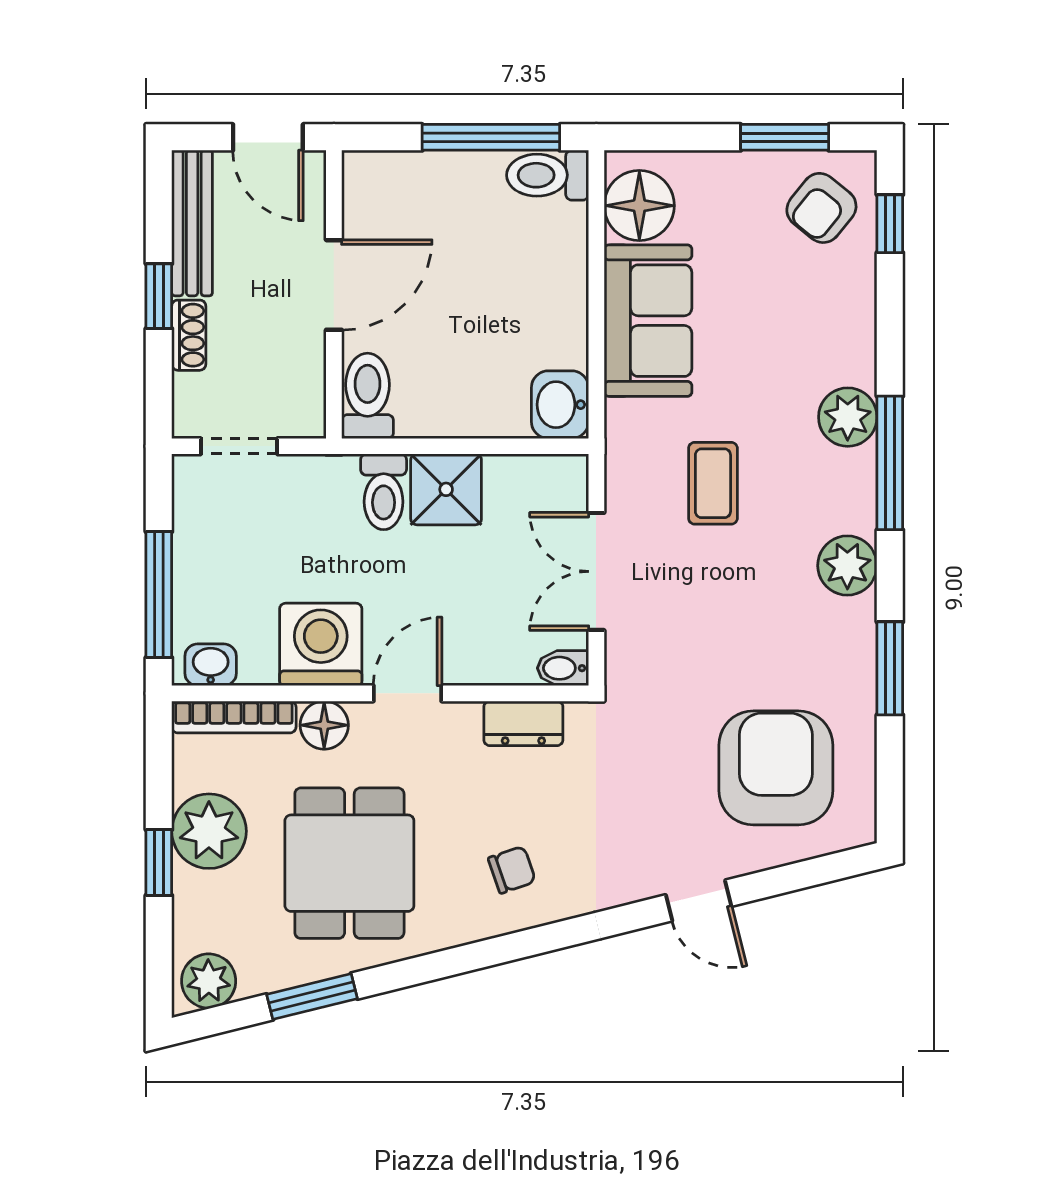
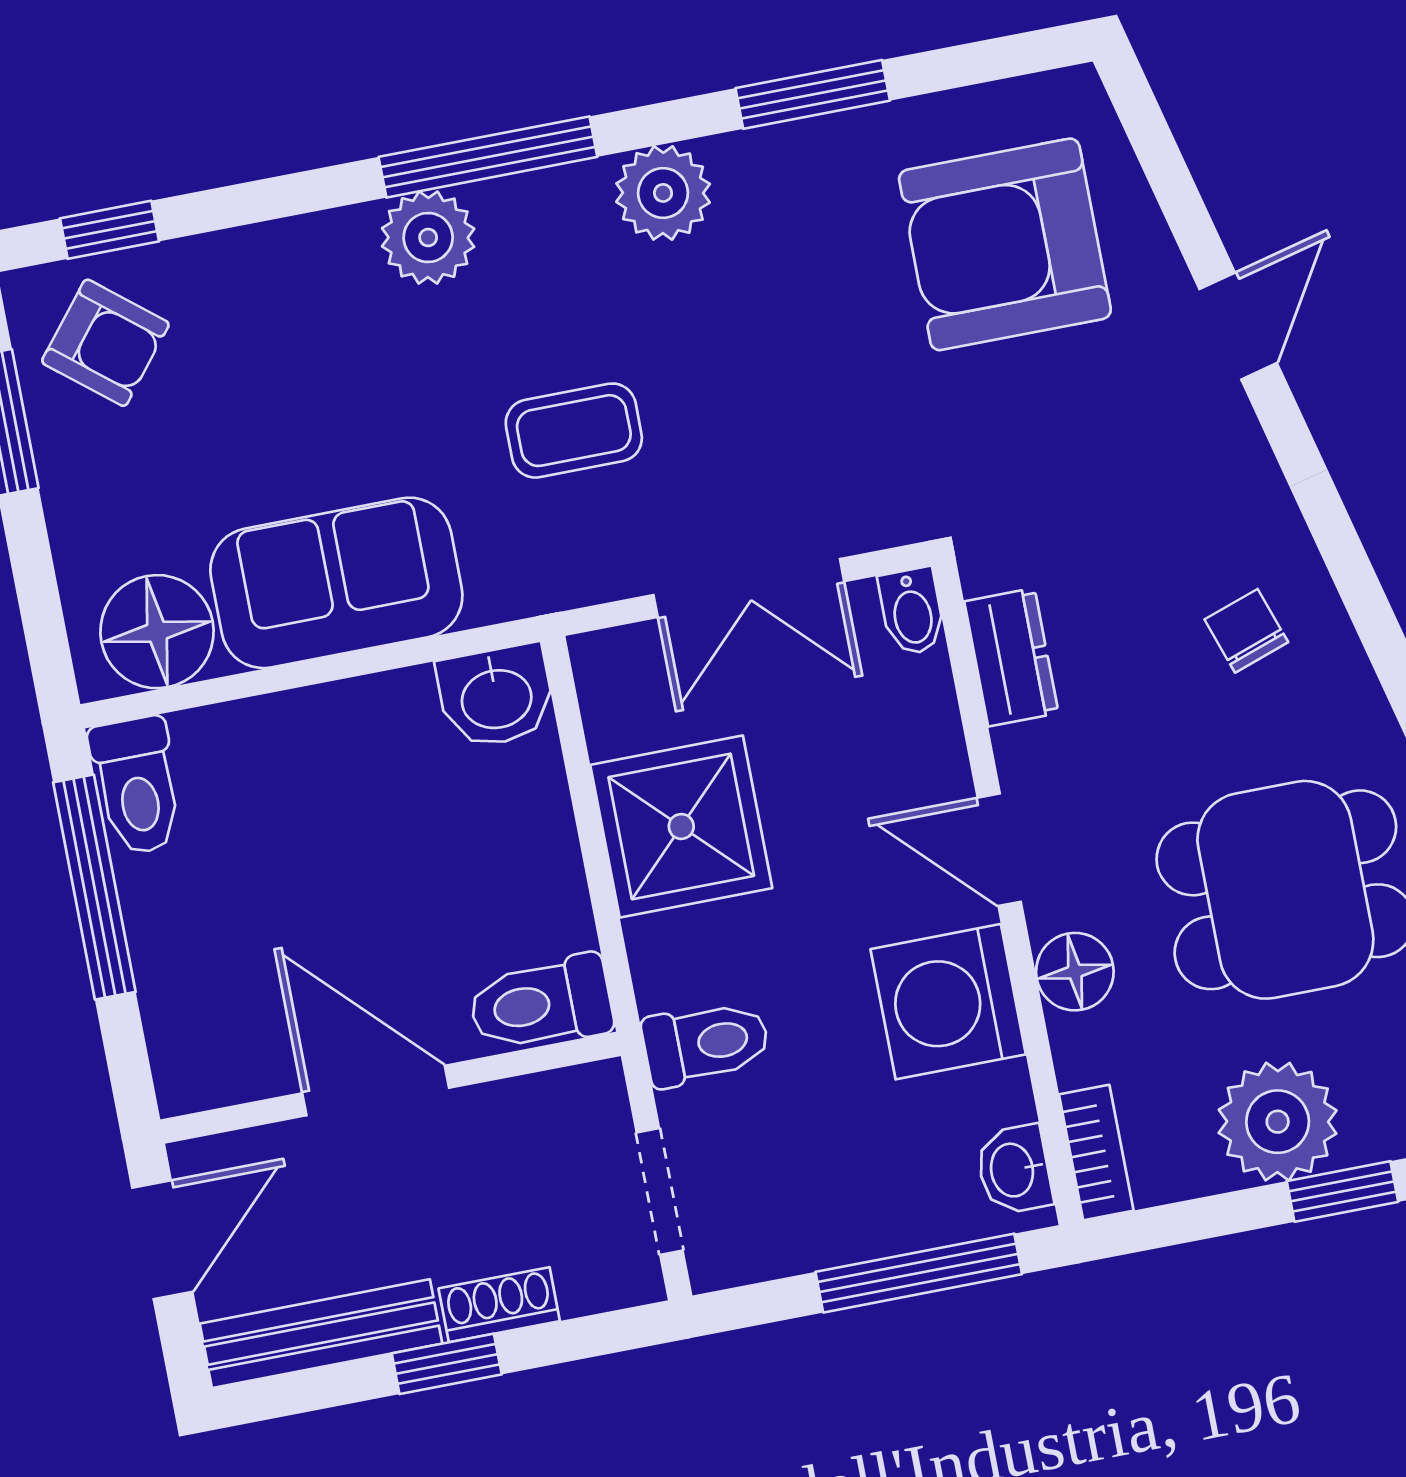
shower: (446, 489) -> (681, 826), width x1.36, depth x1.36
toilet: (384, 492) -> (706, 1043), moved
bookcase: (234, 717) -> (1096, 1152), width x0.64

